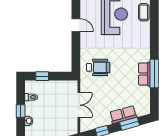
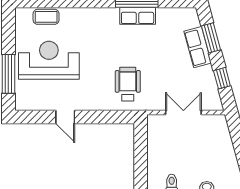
door: (76, 25) -> (65, 117), swing flipped
window: (42, 76) -> (141, 167), removed

